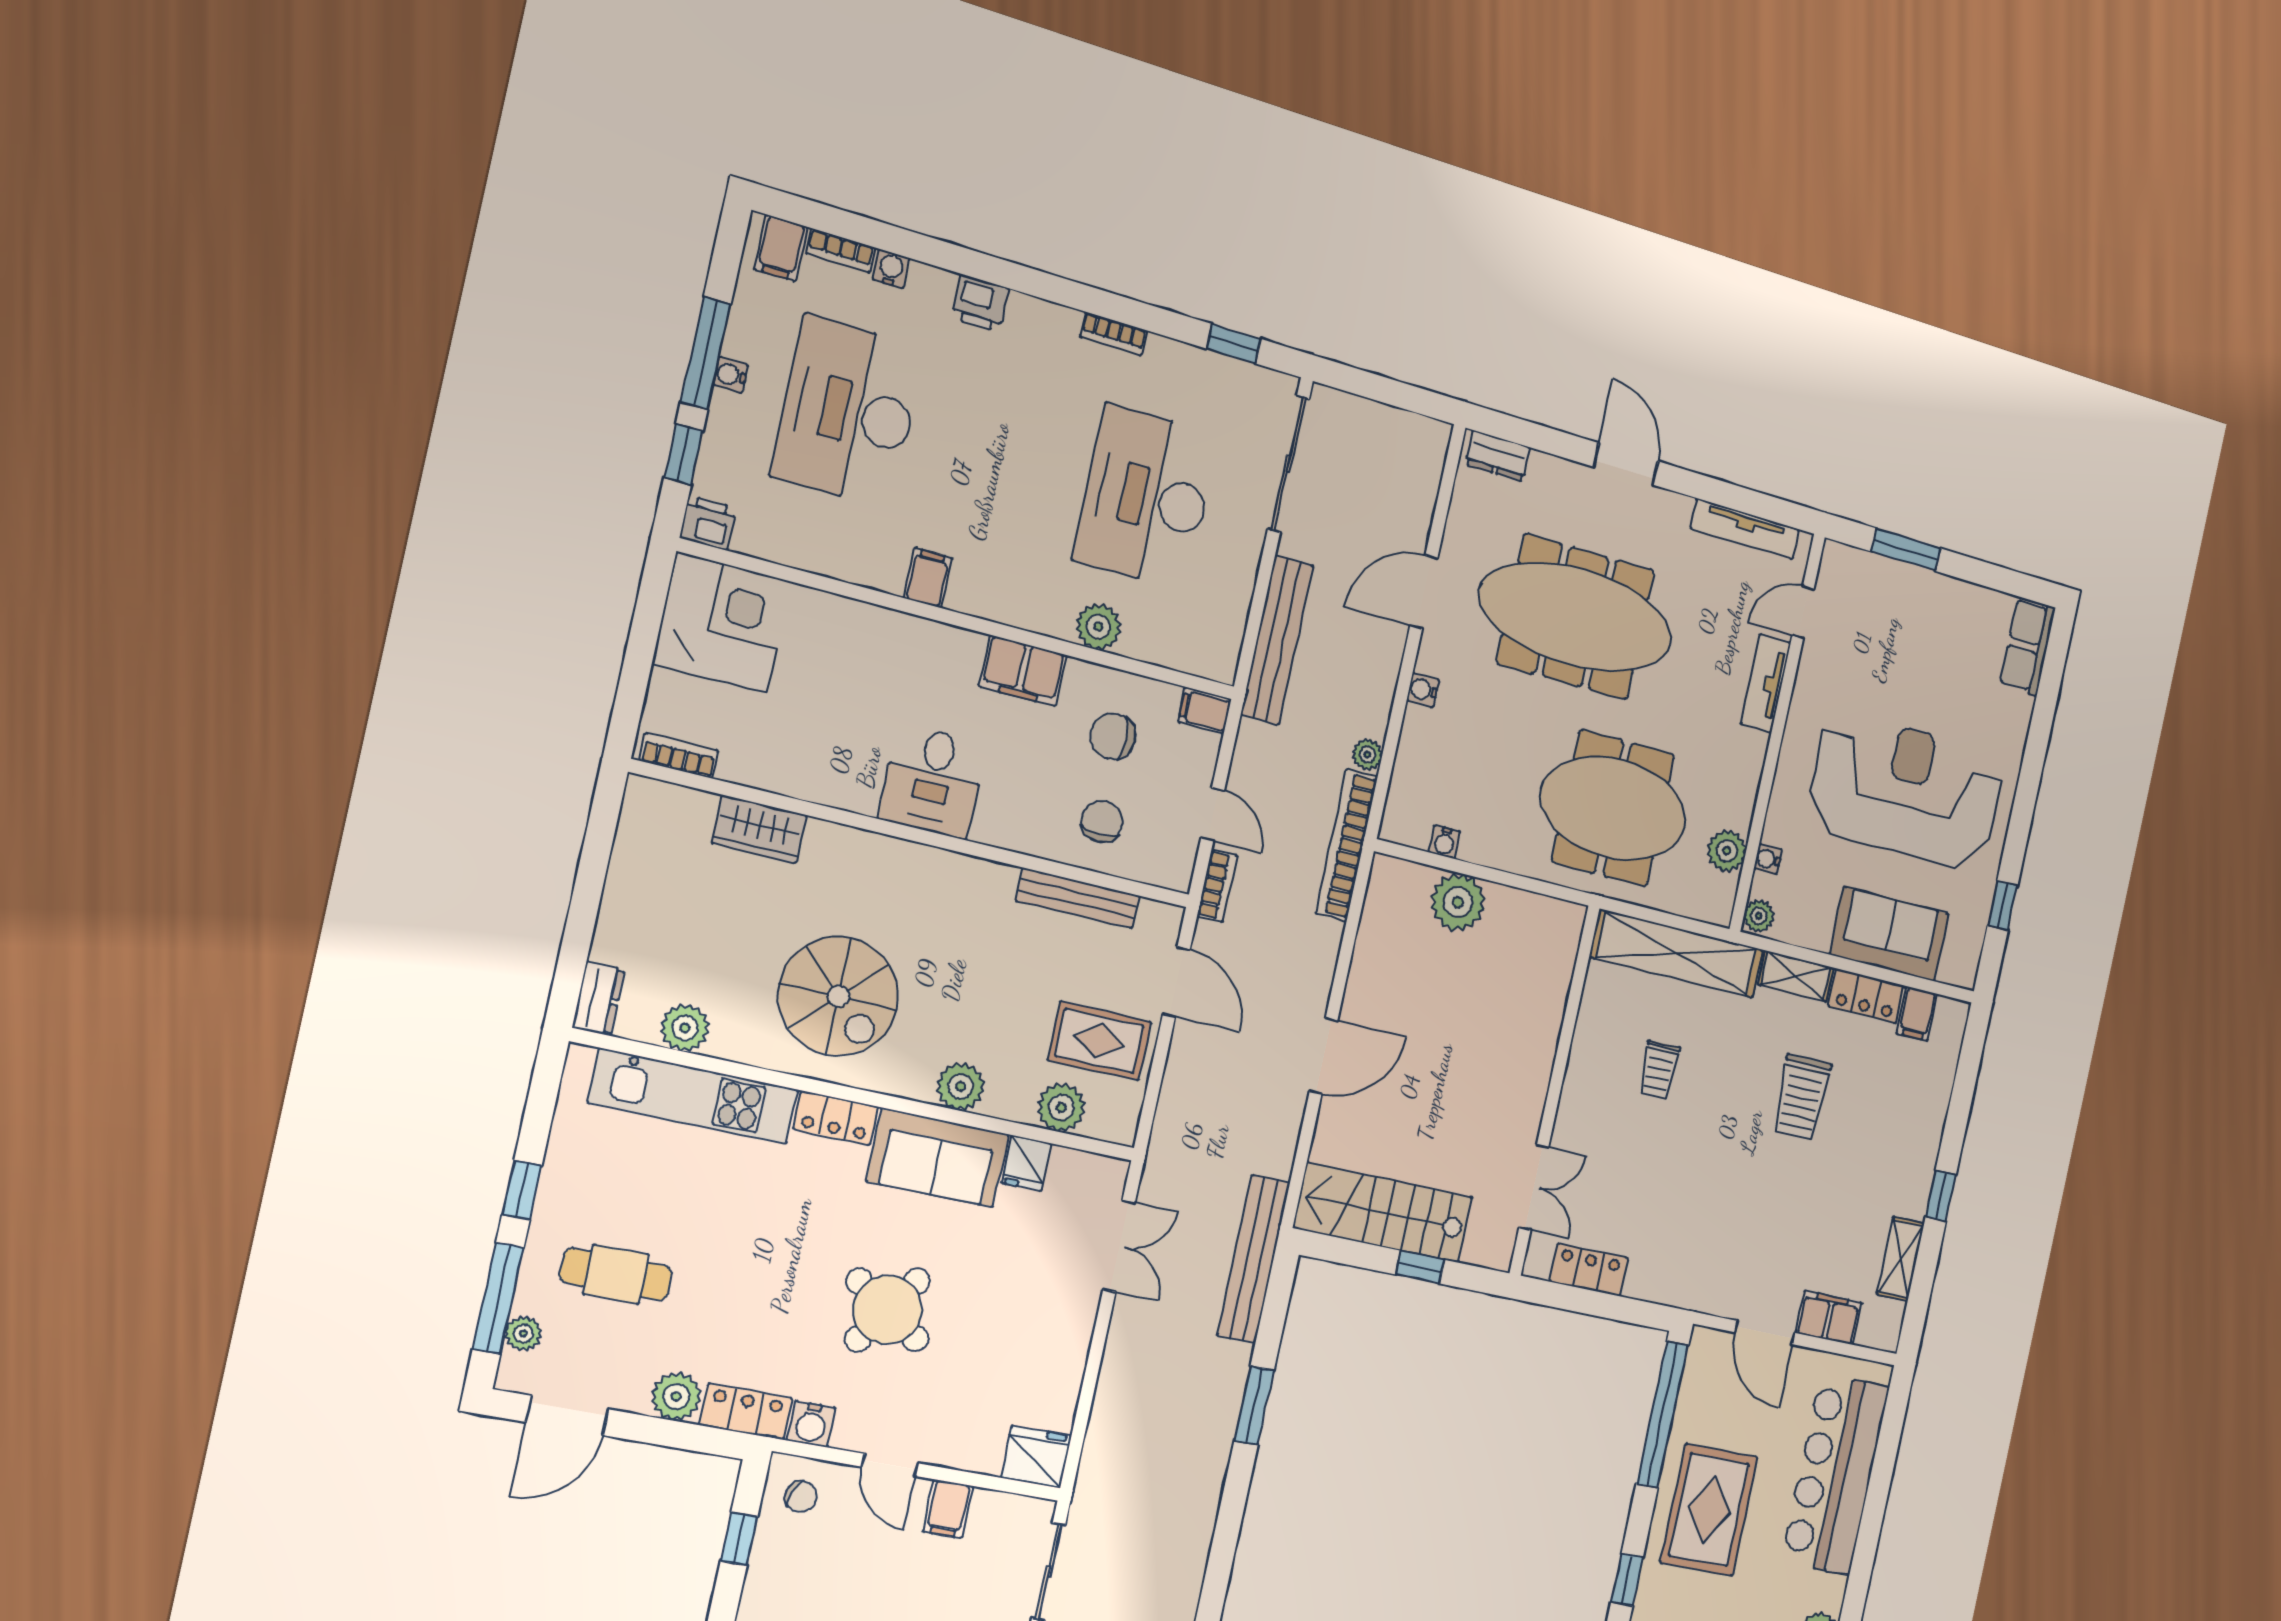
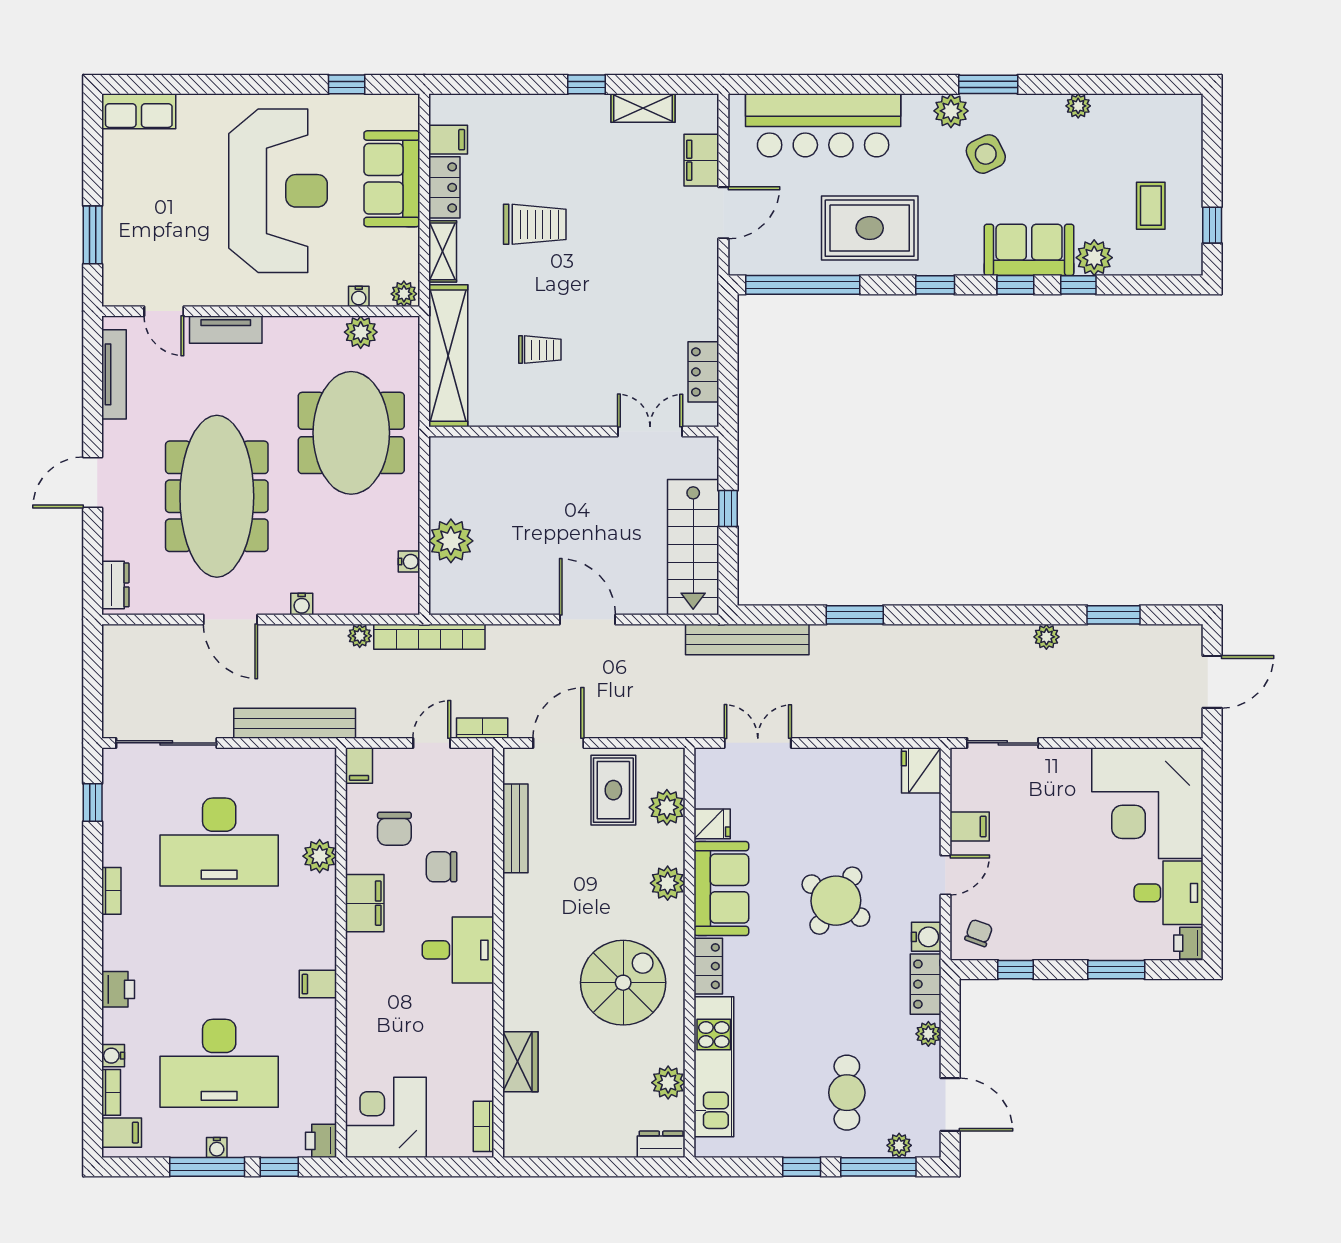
reception desk: (1906, 791) -> (278, 191), turned 180
chair: (1102, 822) -> (442, 867), moved
plant: (676, 1396) -> (928, 1034), width x0.73, depth x0.73

